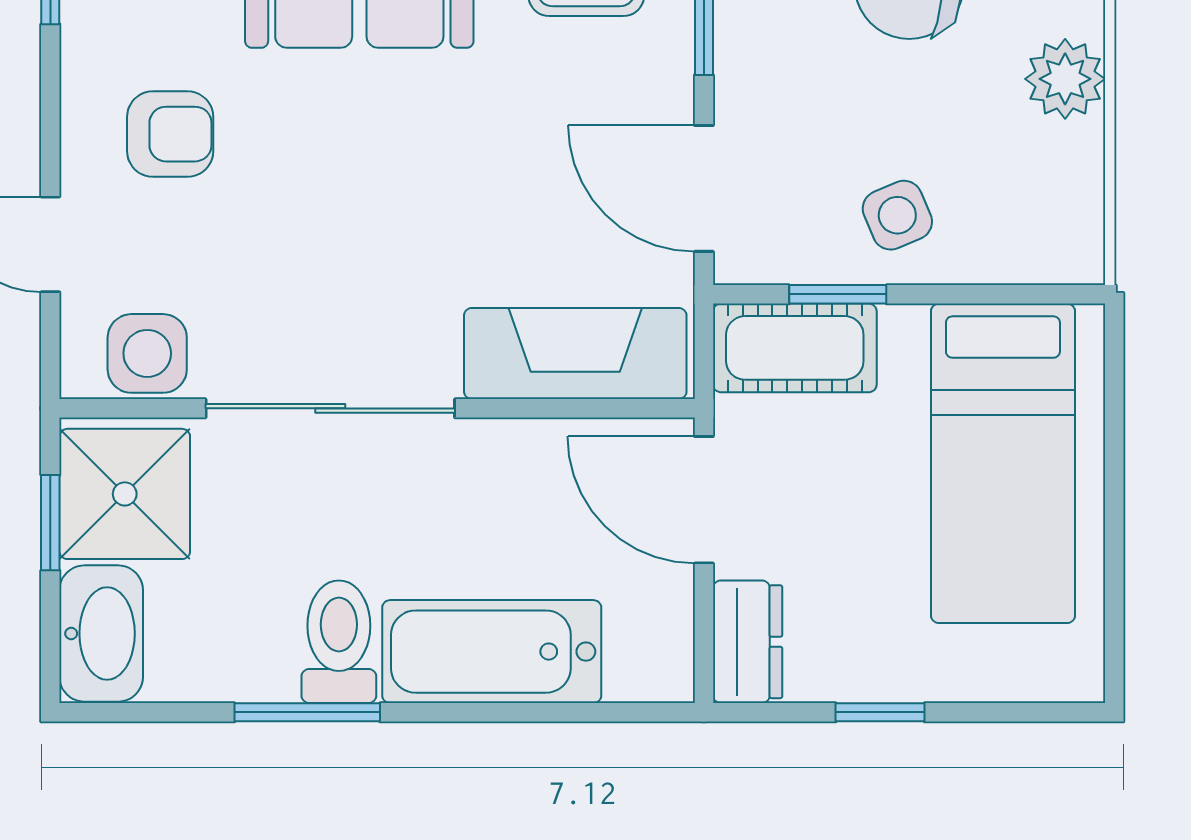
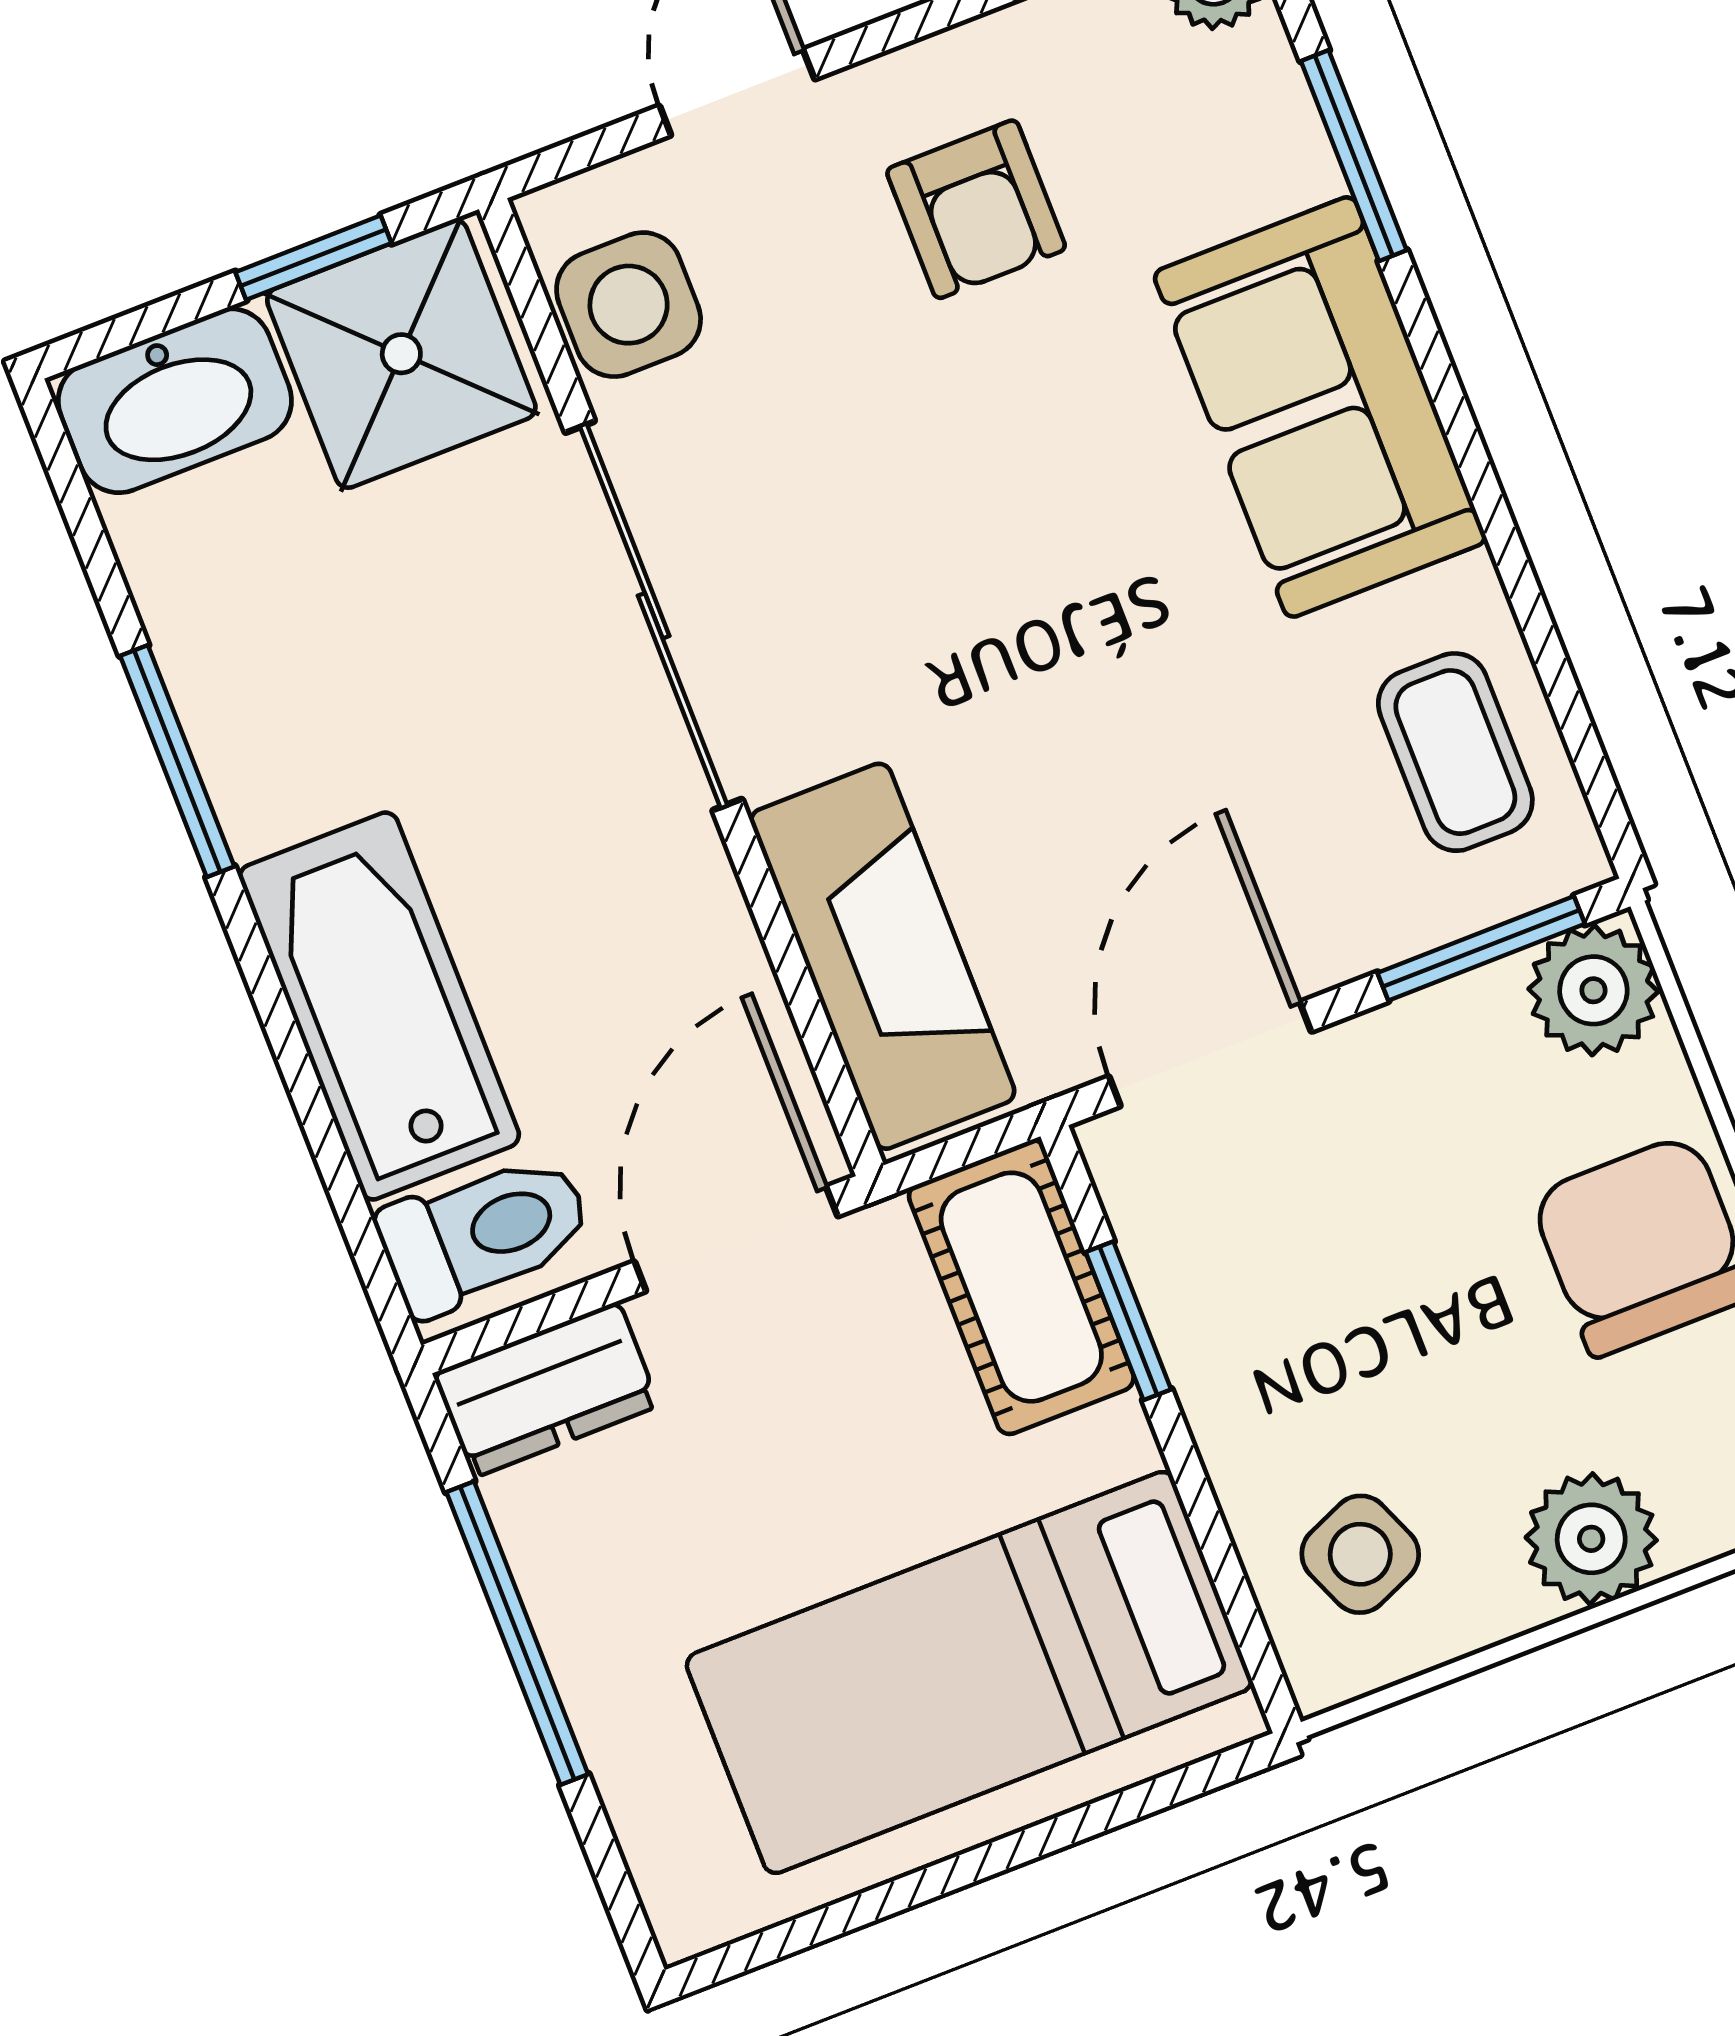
side table: (897, 215) -> (1360, 1554), moved
toilet: (339, 642) -> (485, 1233), moved
window: (880, 712) -> (517, 1633), width x2.17

